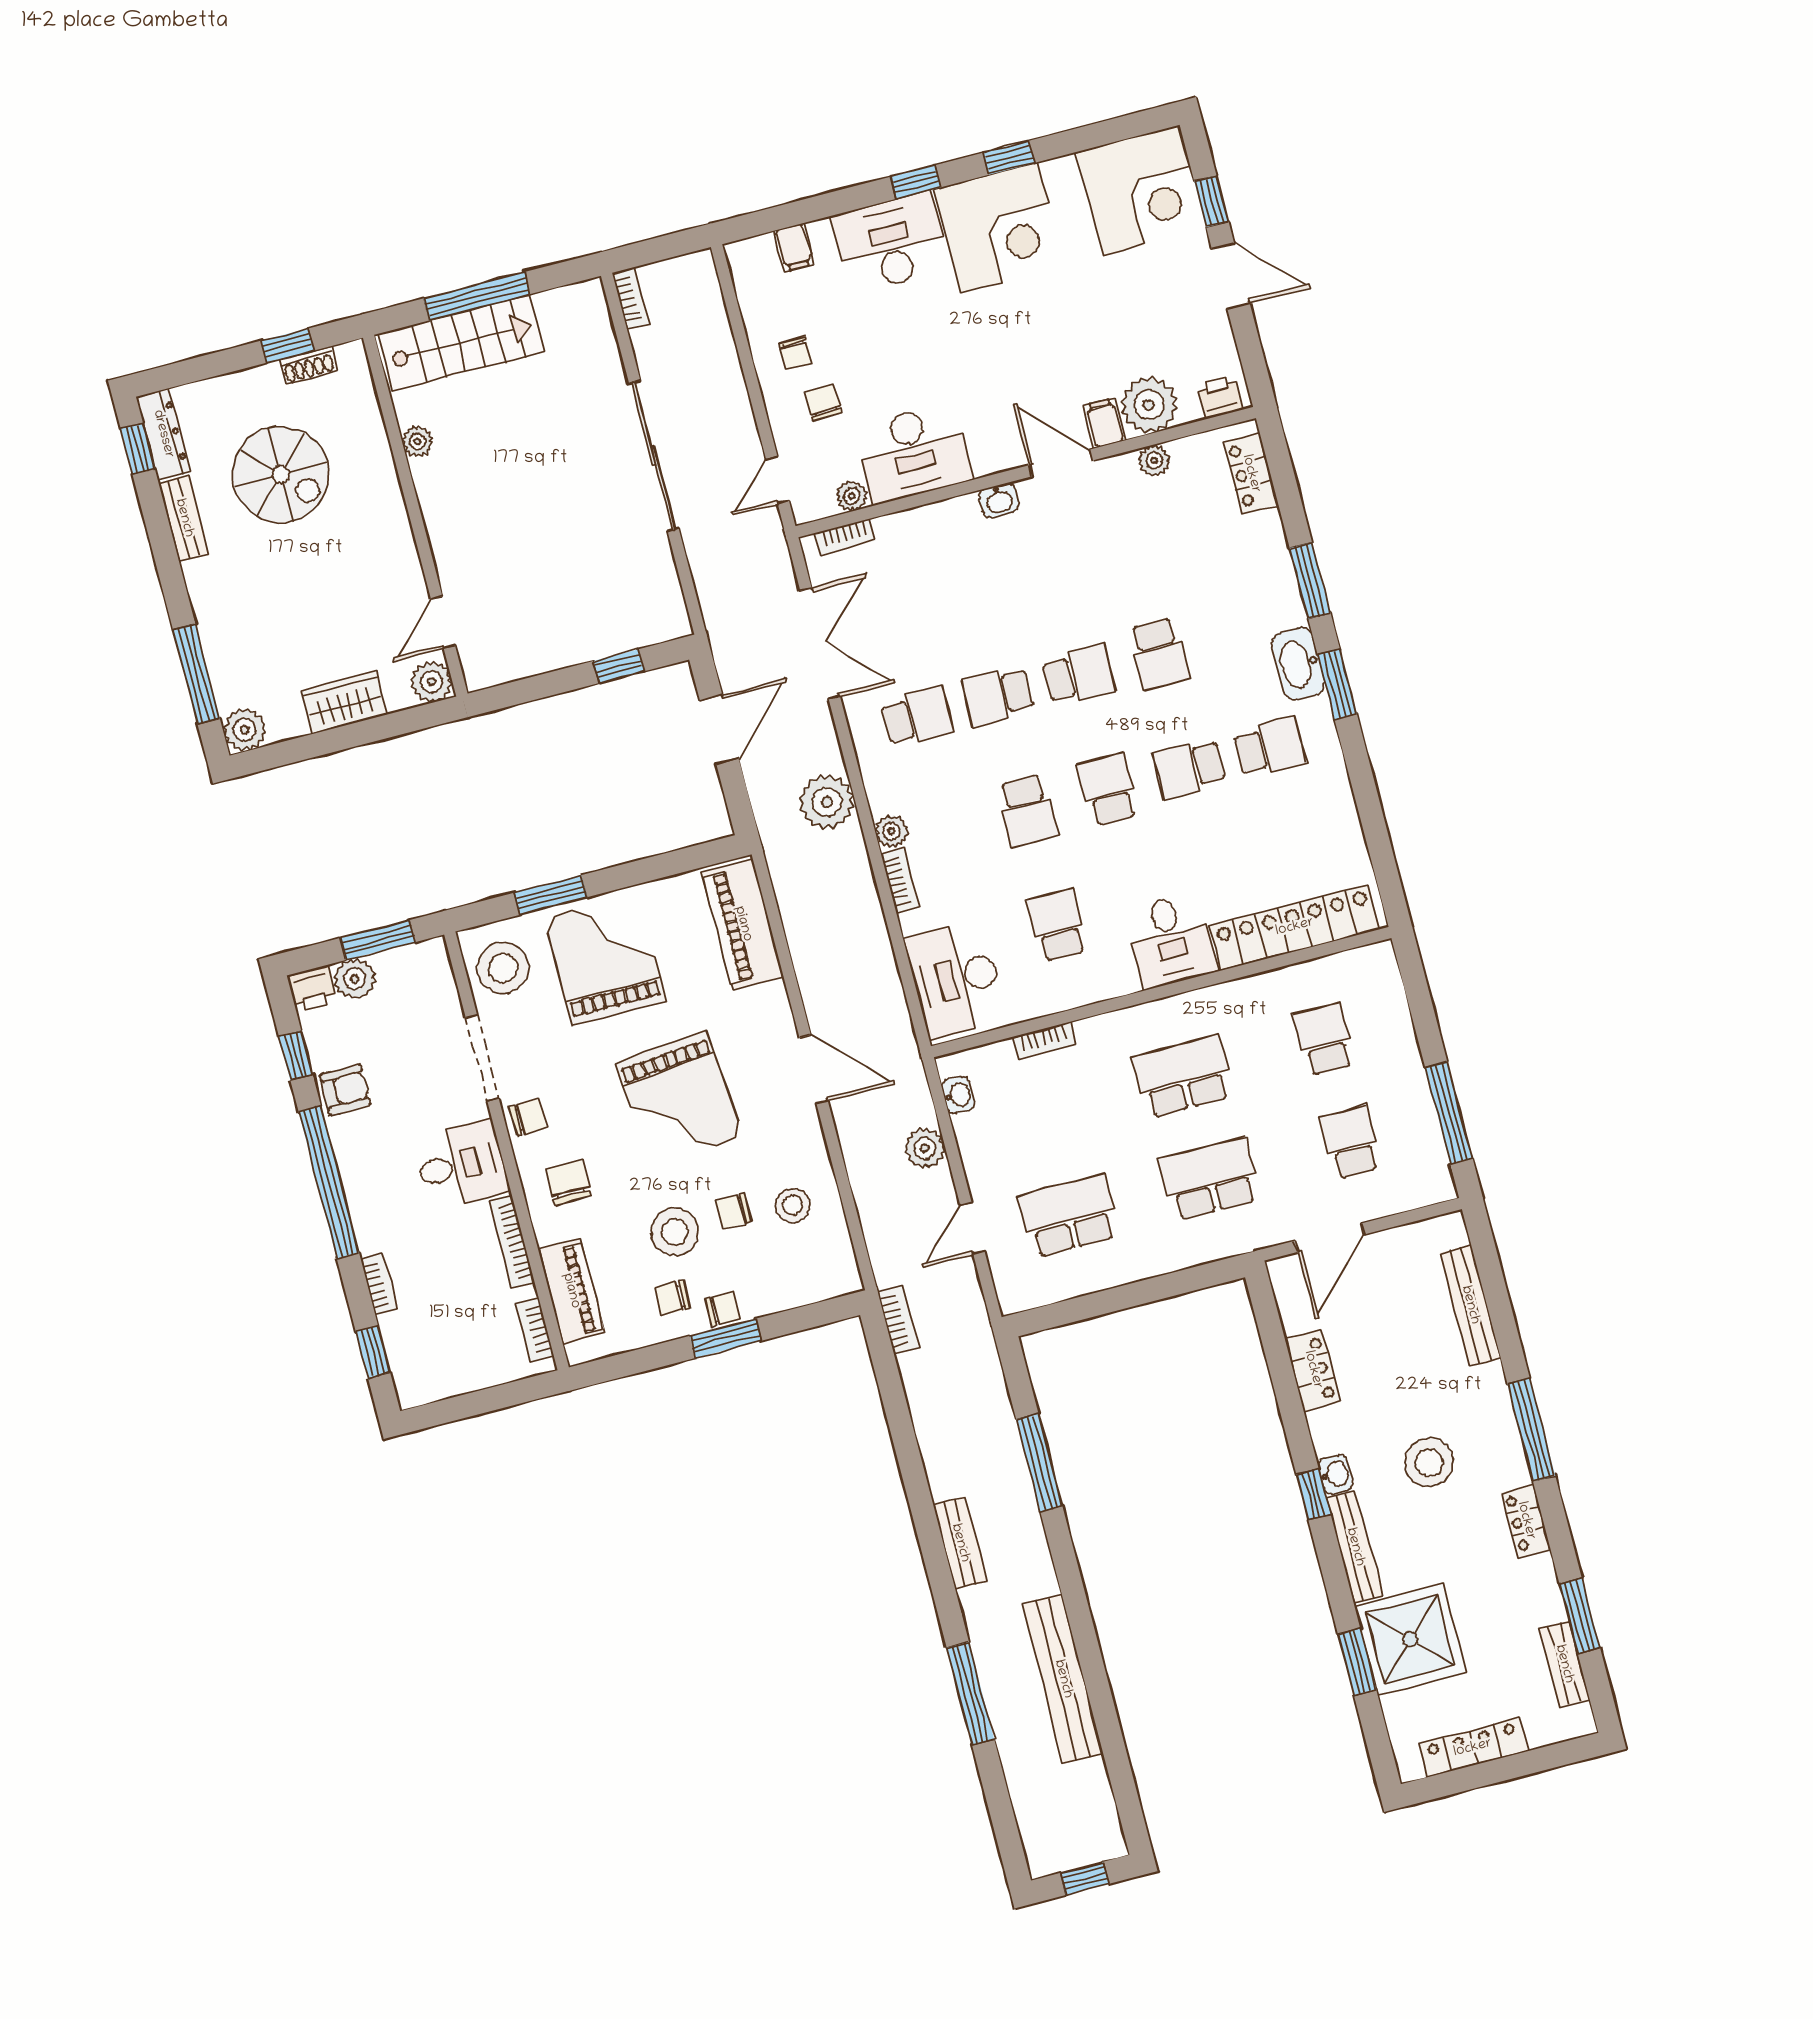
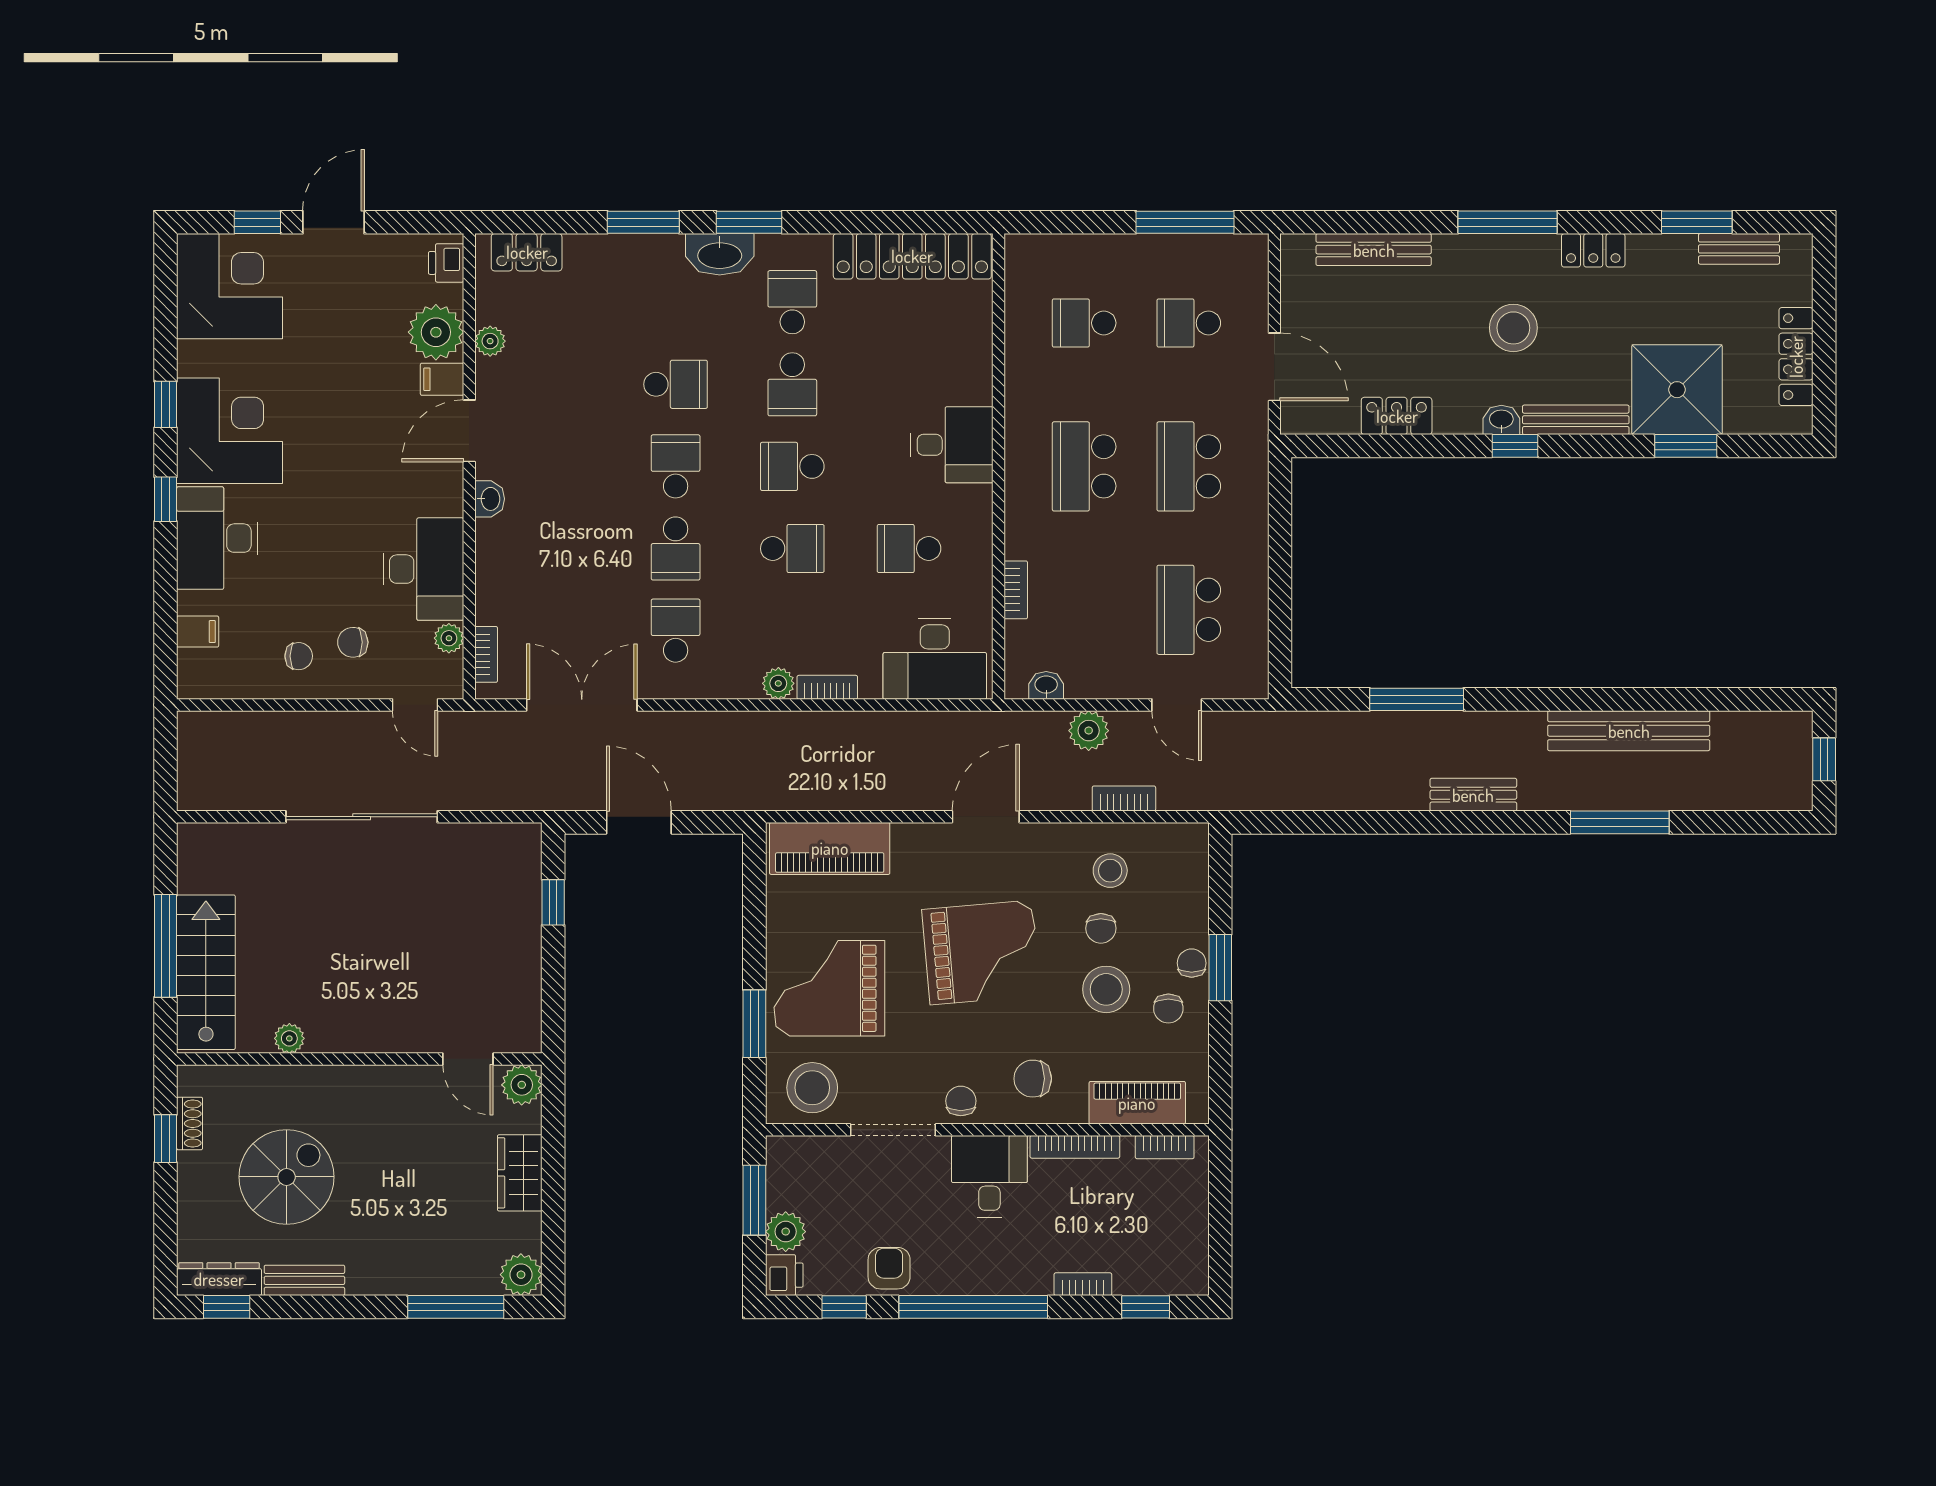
bookcase: (631, 298) -> (206, 800), removed
plant: (827, 802) -> (734, 738), removed
locker: (1295, 927) -> (912, 256), moved, turned -90
bookcase: (898, 1320) -> (1124, 799), moved

